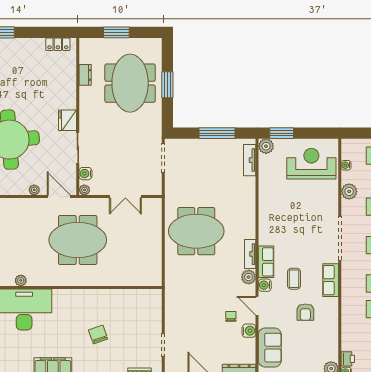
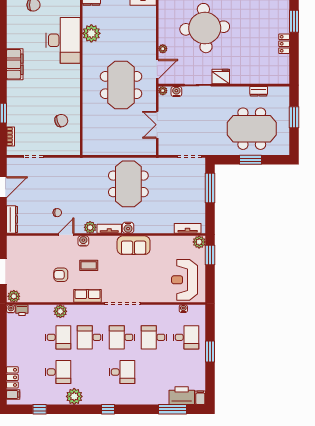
locker: (58, 44) -> (284, 44), moved
window: (217, 133) -> (210, 188), moved
reception desk: (311, 164) -> (185, 280), turned 180
plant: (349, 191) -> (60, 311), moved
row of seats: (266, 262) -> (103, 242), removed
plant: (21, 280) -> (91, 33), width x1.88, depth x1.88
water cooler: (249, 331) -> (128, 228), moved
chair: (98, 335) -> (61, 121), moved
sofa: (270, 348) -> (134, 245), moved

